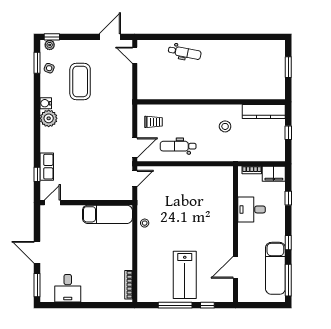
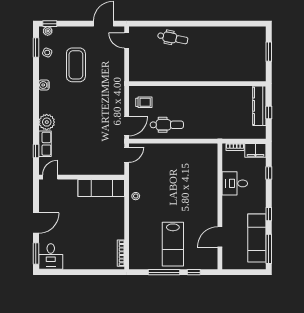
kitchen counter: (264, 111) -> (259, 106), moved, turned 90
plant: (49, 118) -> (47, 122), moved
stool: (225, 126) -> (210, 106), removed
dental chair: (178, 146) -> (167, 125), turned 180
door: (37, 252) -> (36, 223), swing flipped
desk: (68, 288) -> (51, 256), moved

